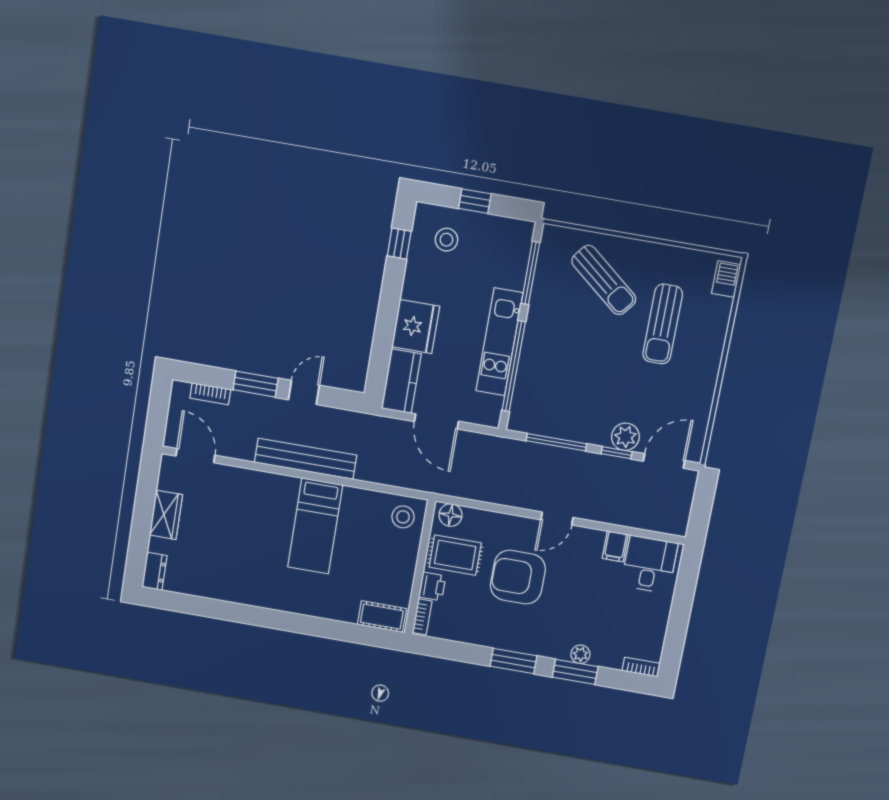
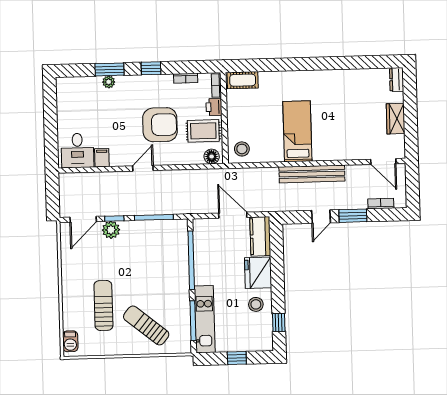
stool: (446, 240) -> (256, 304), moved
kitchen unit: (499, 342) -> (205, 319), moved
window: (514, 661) -> (151, 68), width x0.67
bookcase: (641, 667) -> (186, 78), moved

